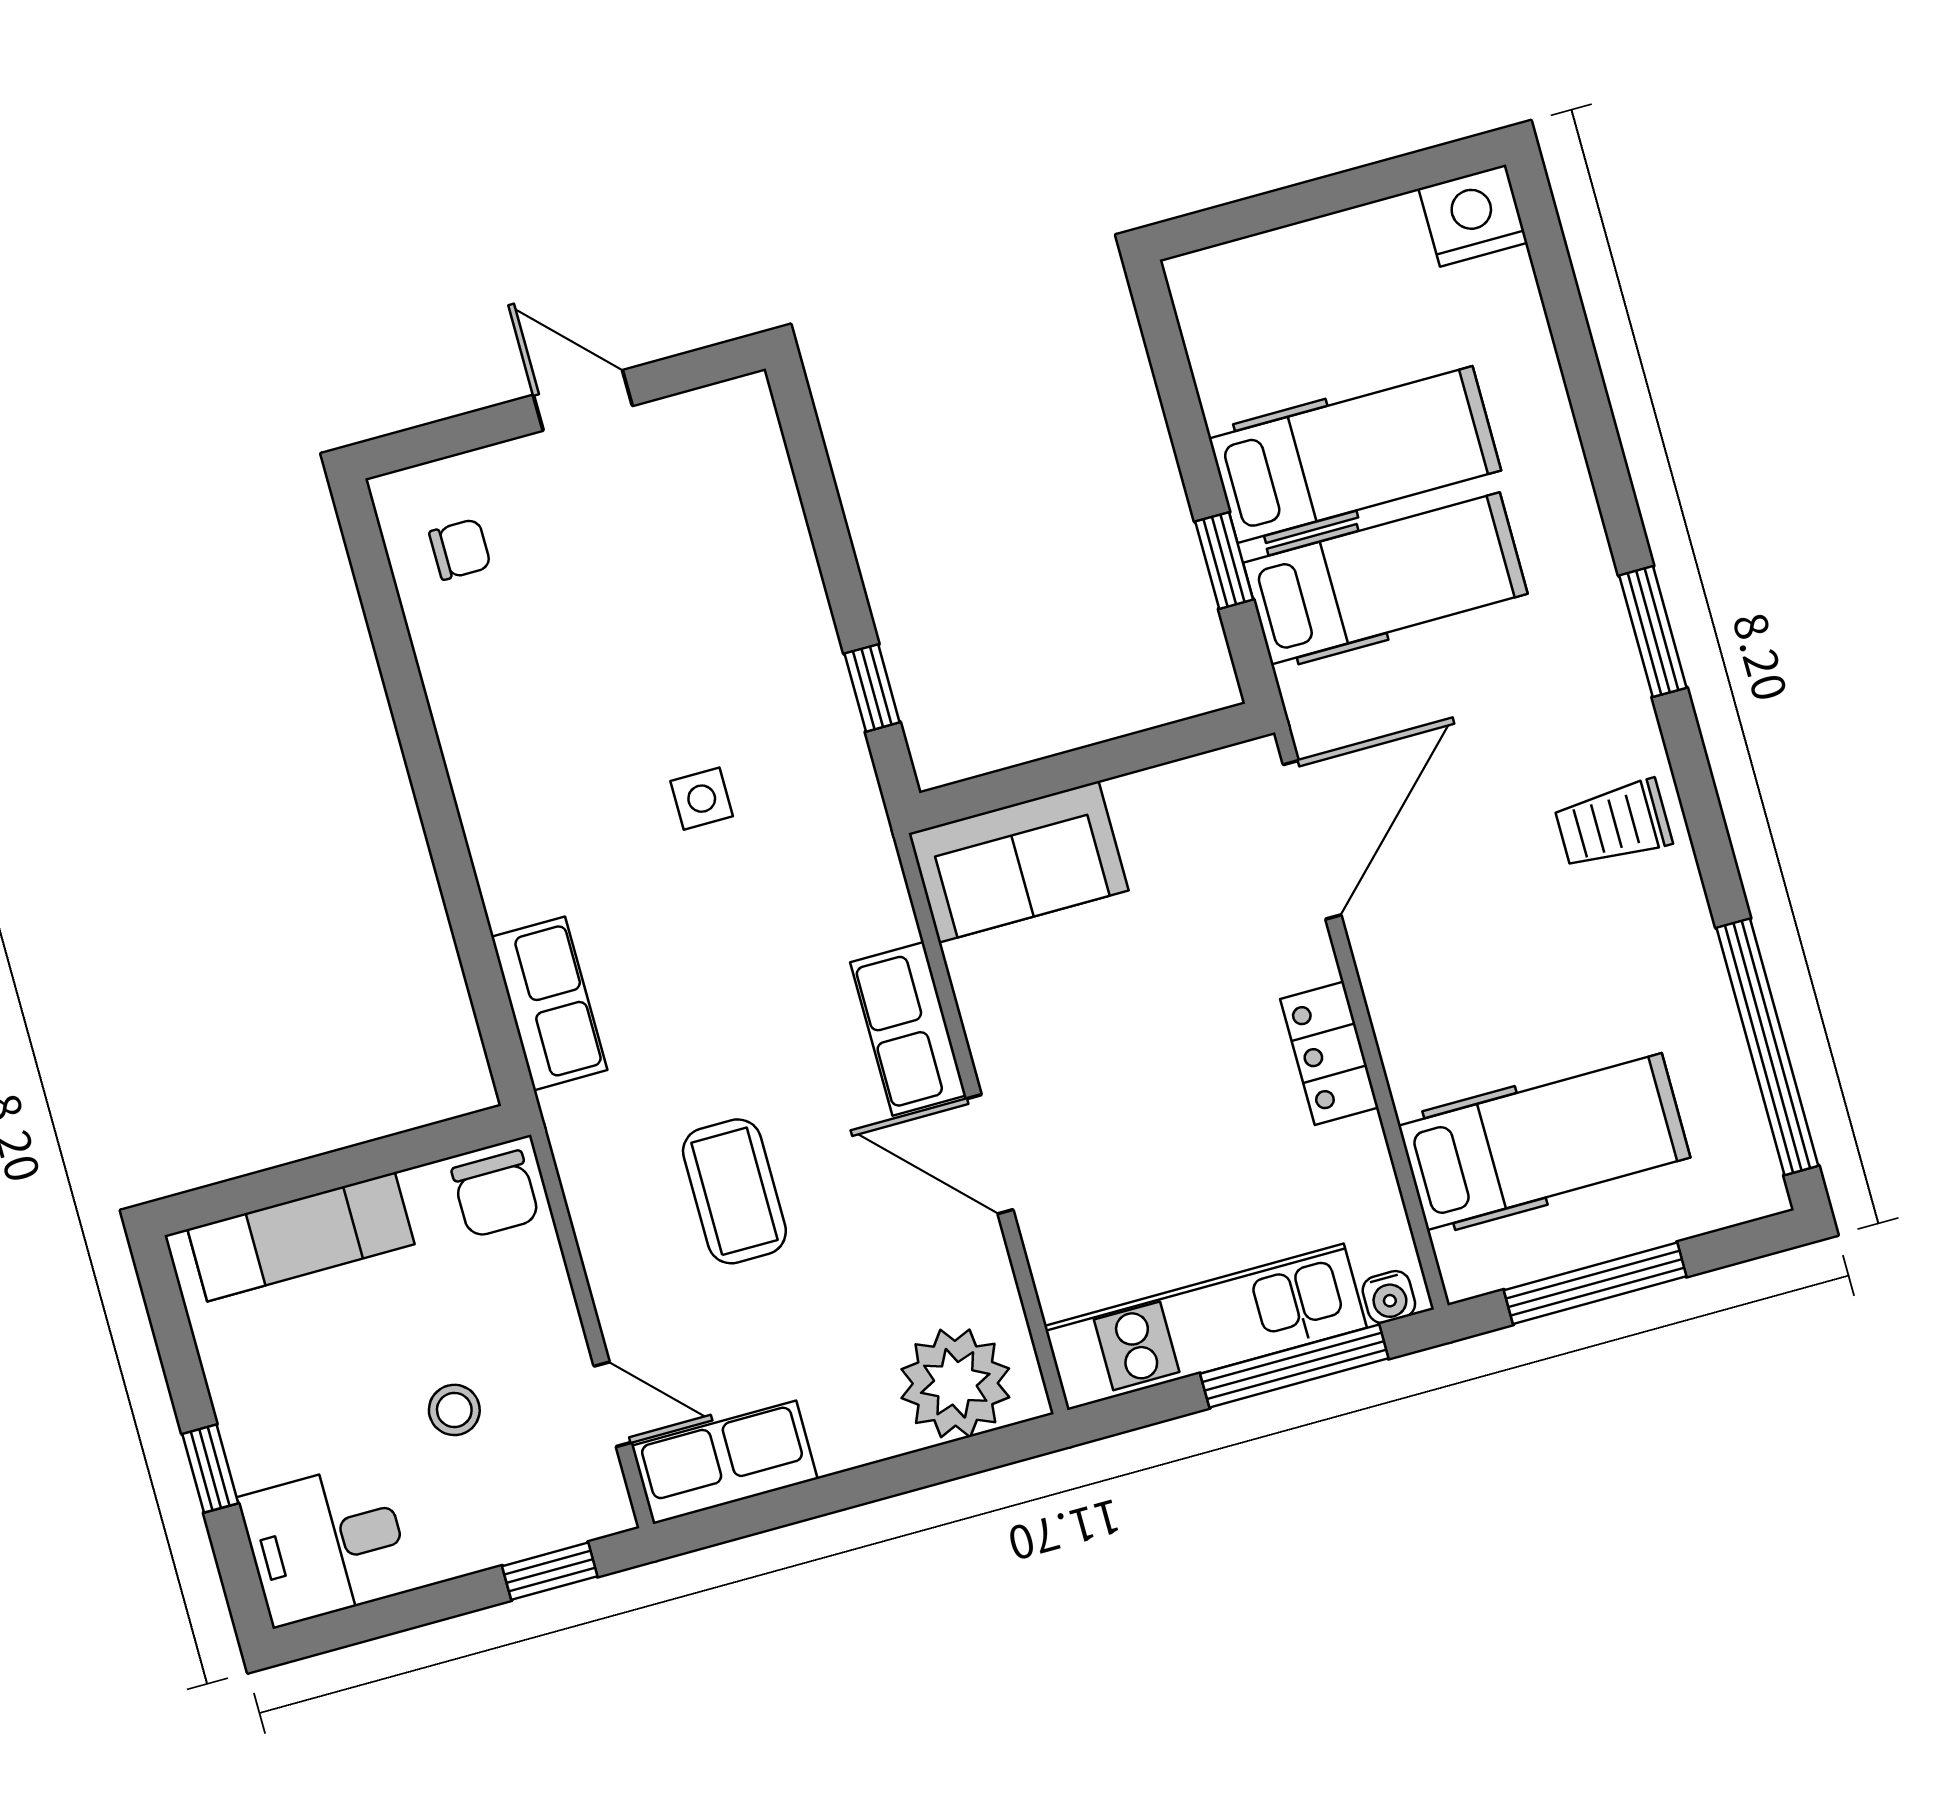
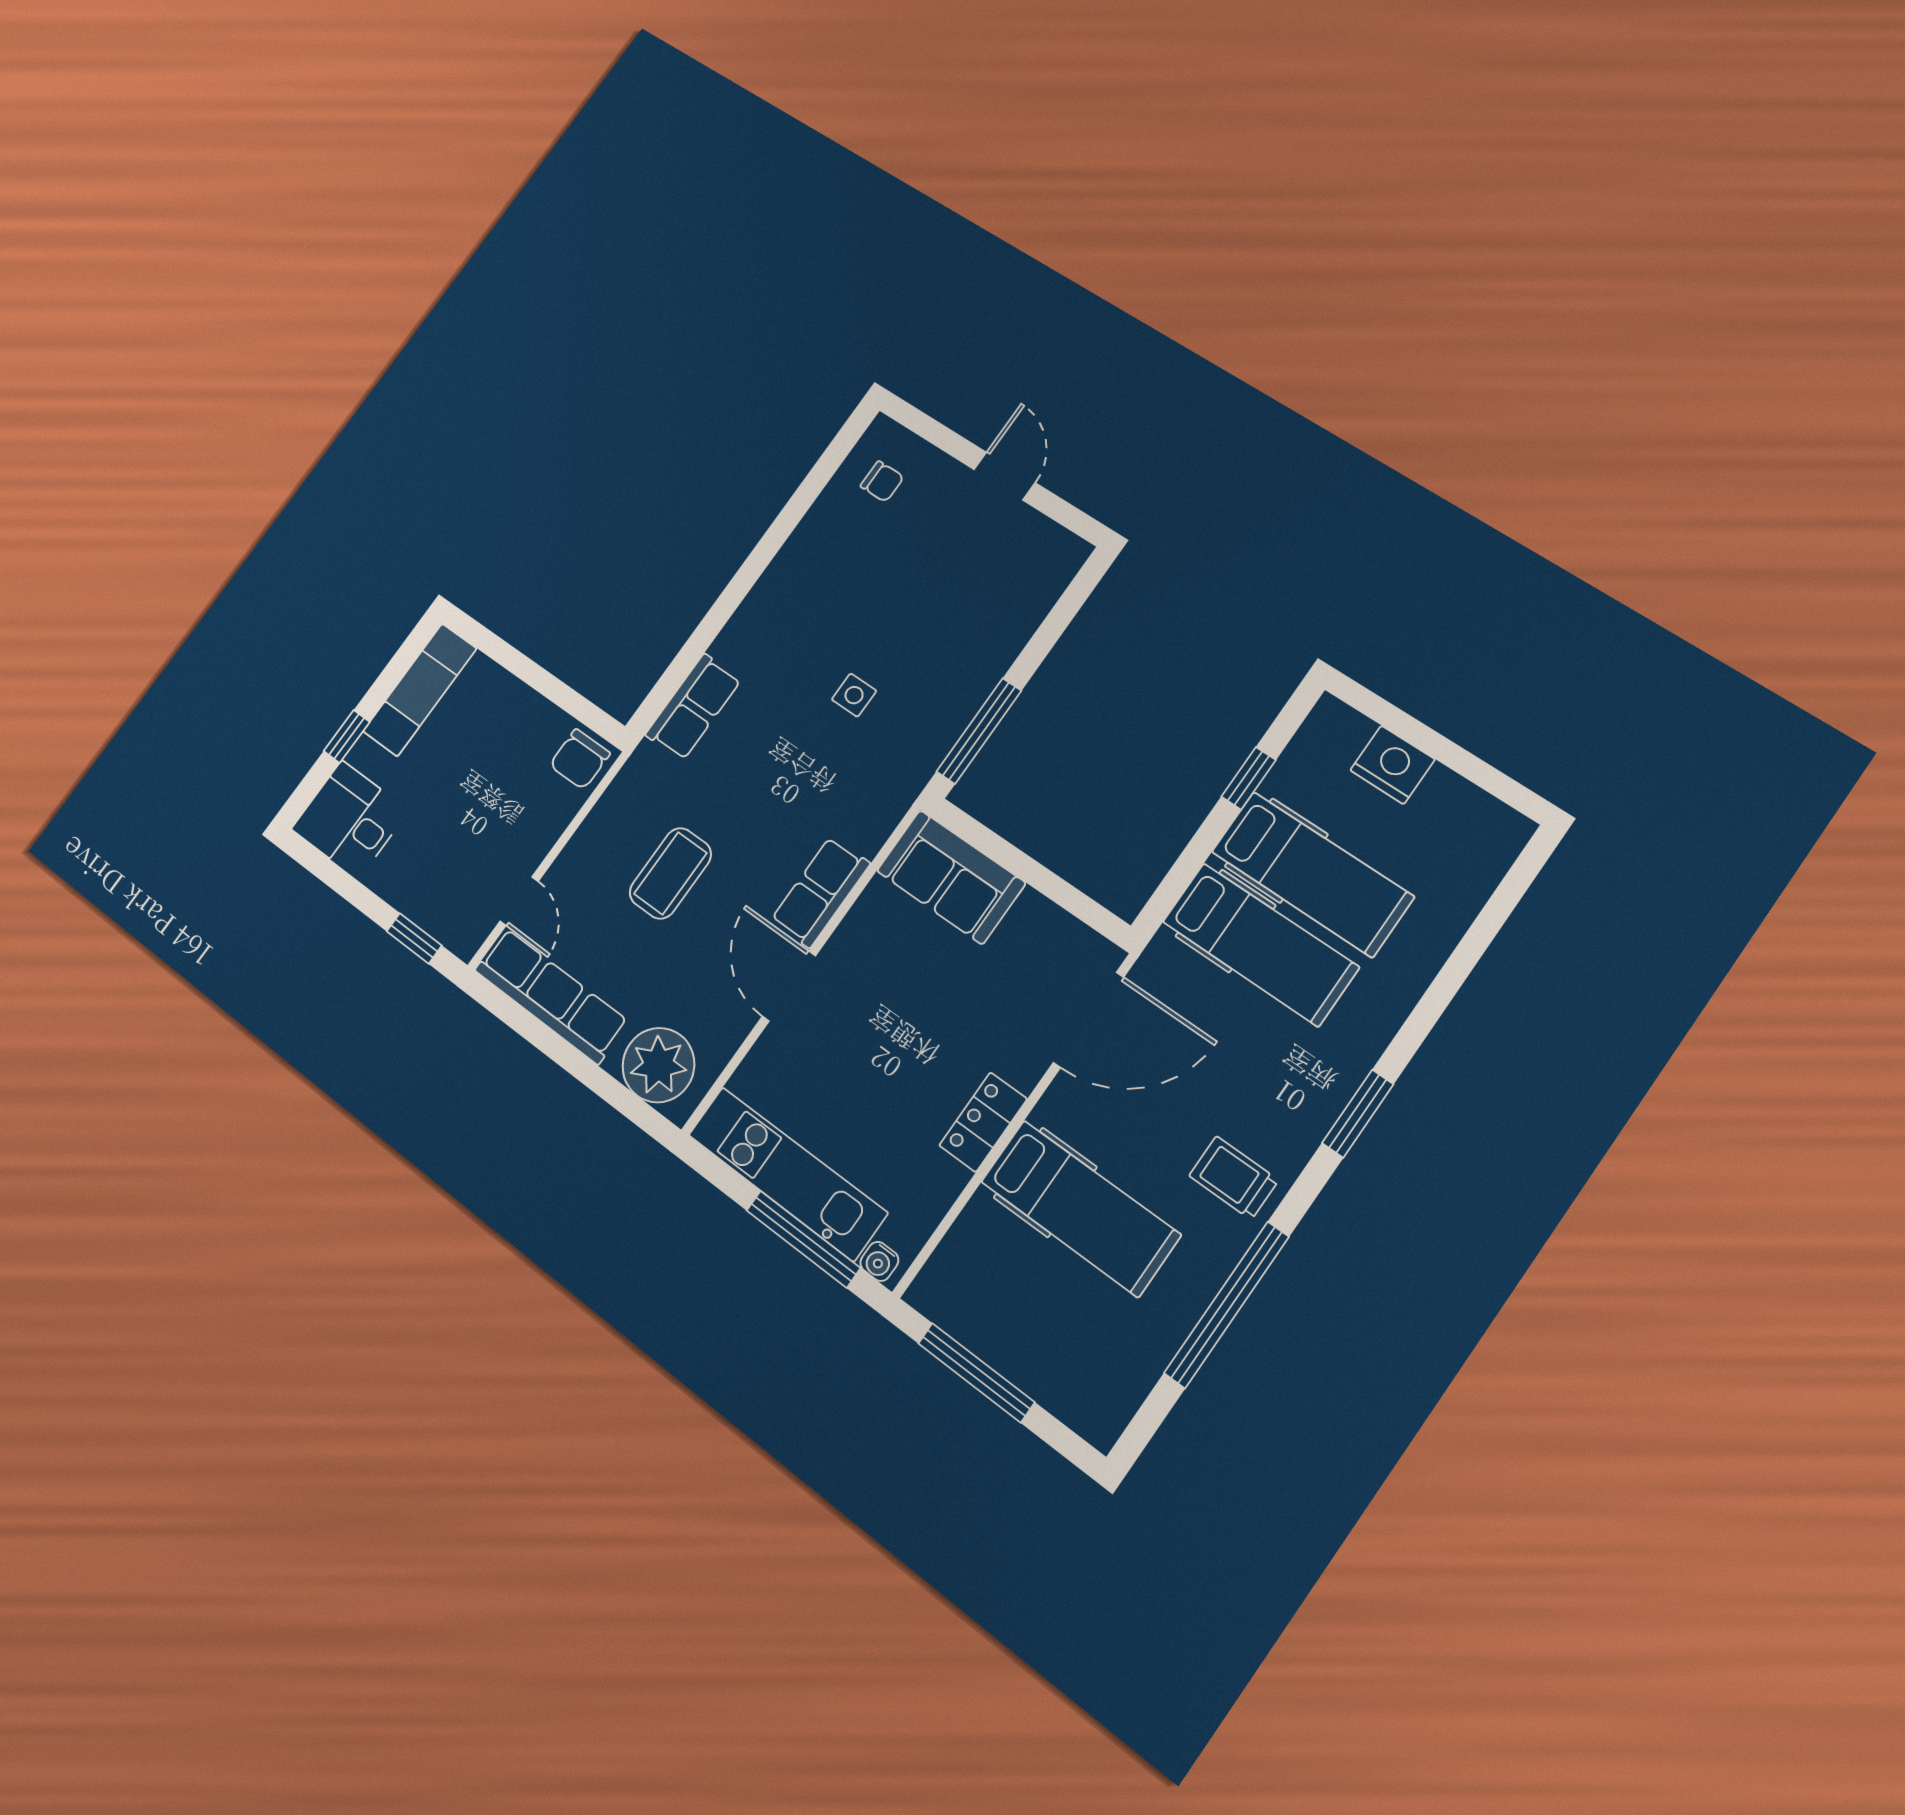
nightstand: (1473, 216) -> (1393, 765), moved
window: (1224, 561) -> (1249, 778), moved
window: (872, 688) -> (979, 731), width x2.17
window: (1767, 1047) -> (1227, 1305), moved
hospital bed: (1544, 1142) -> (1080, 1208), moved
exam couch: (301, 1237) -> (420, 690), moved, turned -90
stool: (454, 1410) -> (459, 827), removed
row of seats: (725, 1462) -> (551, 996), width x1.48

